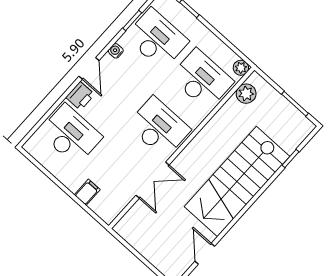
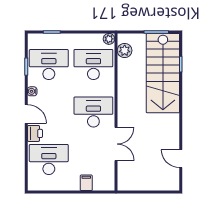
stairs: (237, 181) -> (163, 73), moved

